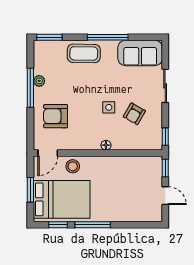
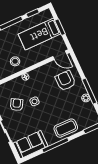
armchair: (56, 116) -> (65, 81), turned -90
door: (48, 153) -> (60, 55), swing flipped
stool: (73, 166) -> (15, 61), moved
bed: (62, 199) -> (39, 34), width x0.67

